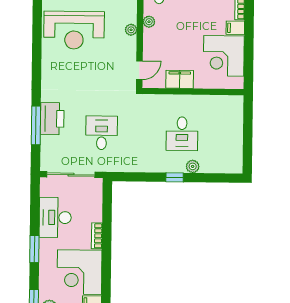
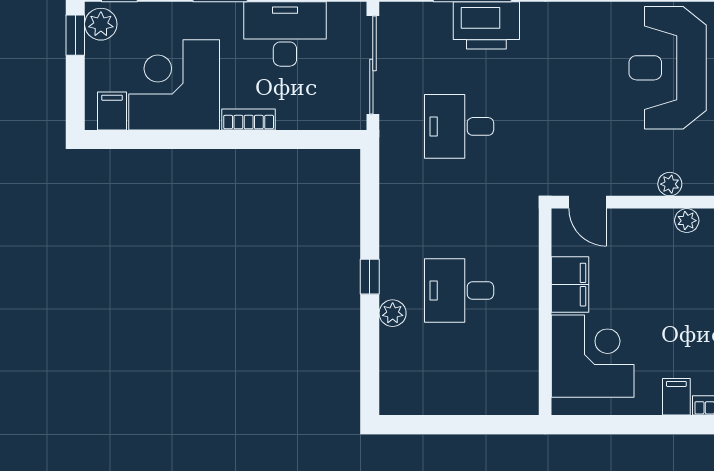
corner desk: (224, 56) -> (593, 356), moved, turned 90
desk: (102, 133) -> (459, 126), turned 180

